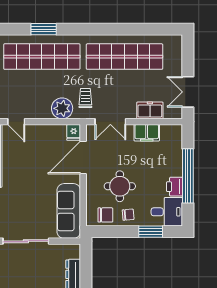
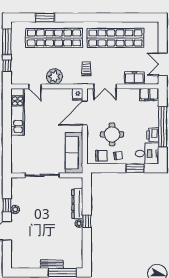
window: (44, 29) -> (45, 18), moved
plant: (62, 108) -> (54, 76), moved
filing cabinet: (147, 133) -> (149, 95), moved

